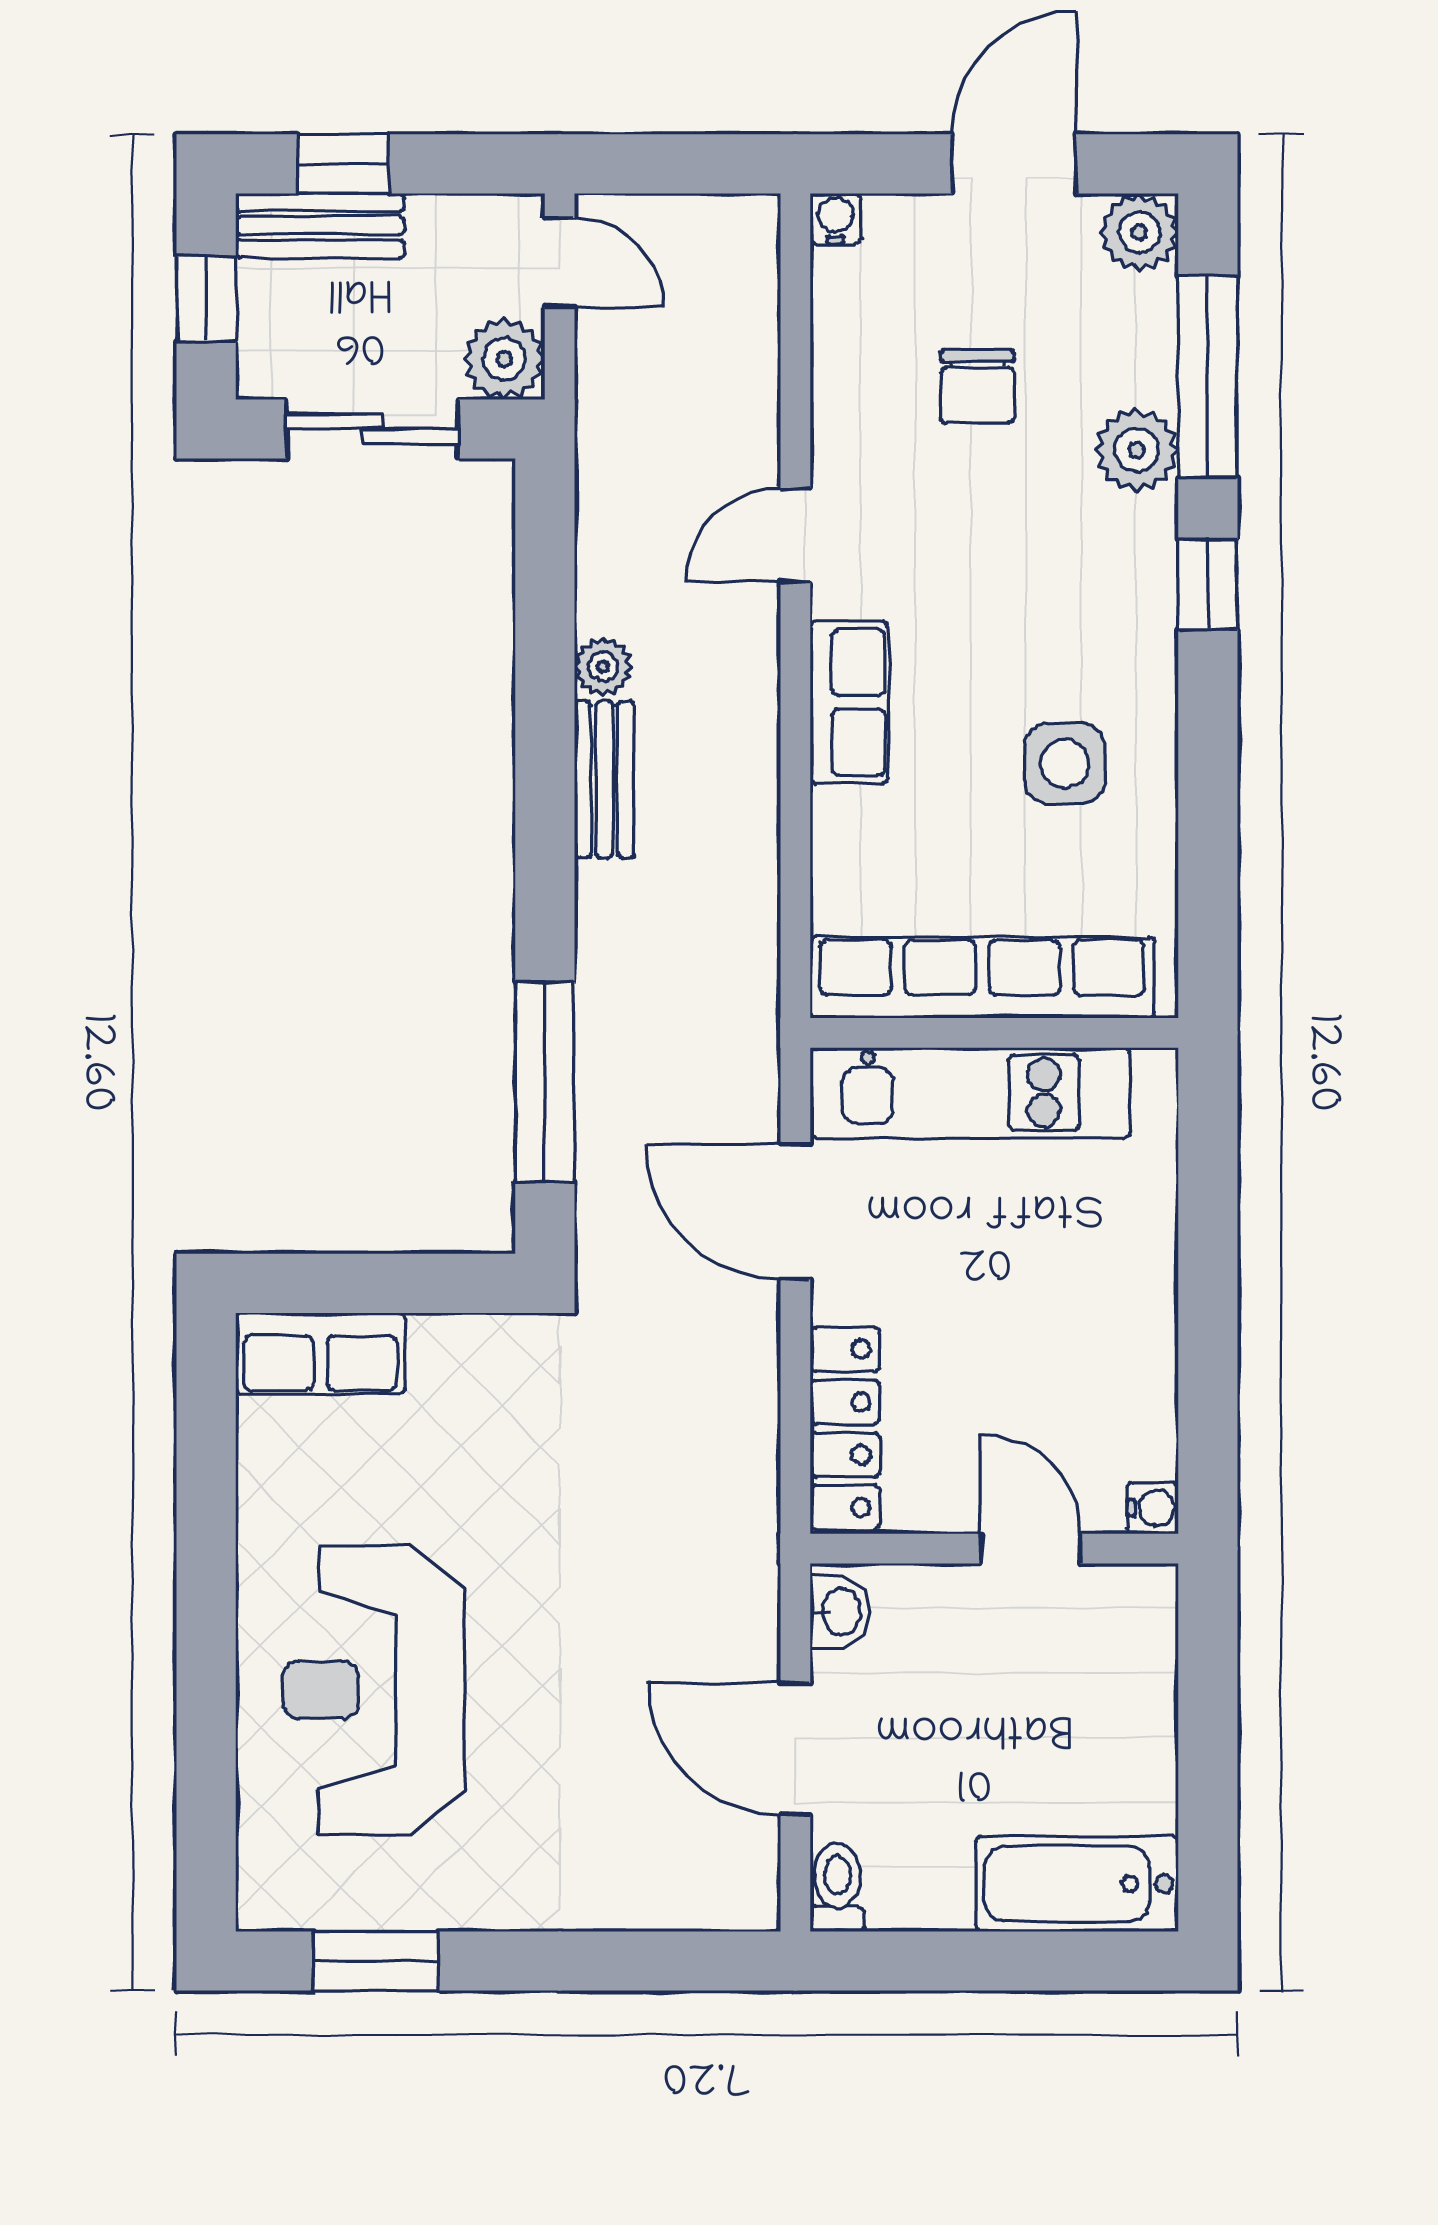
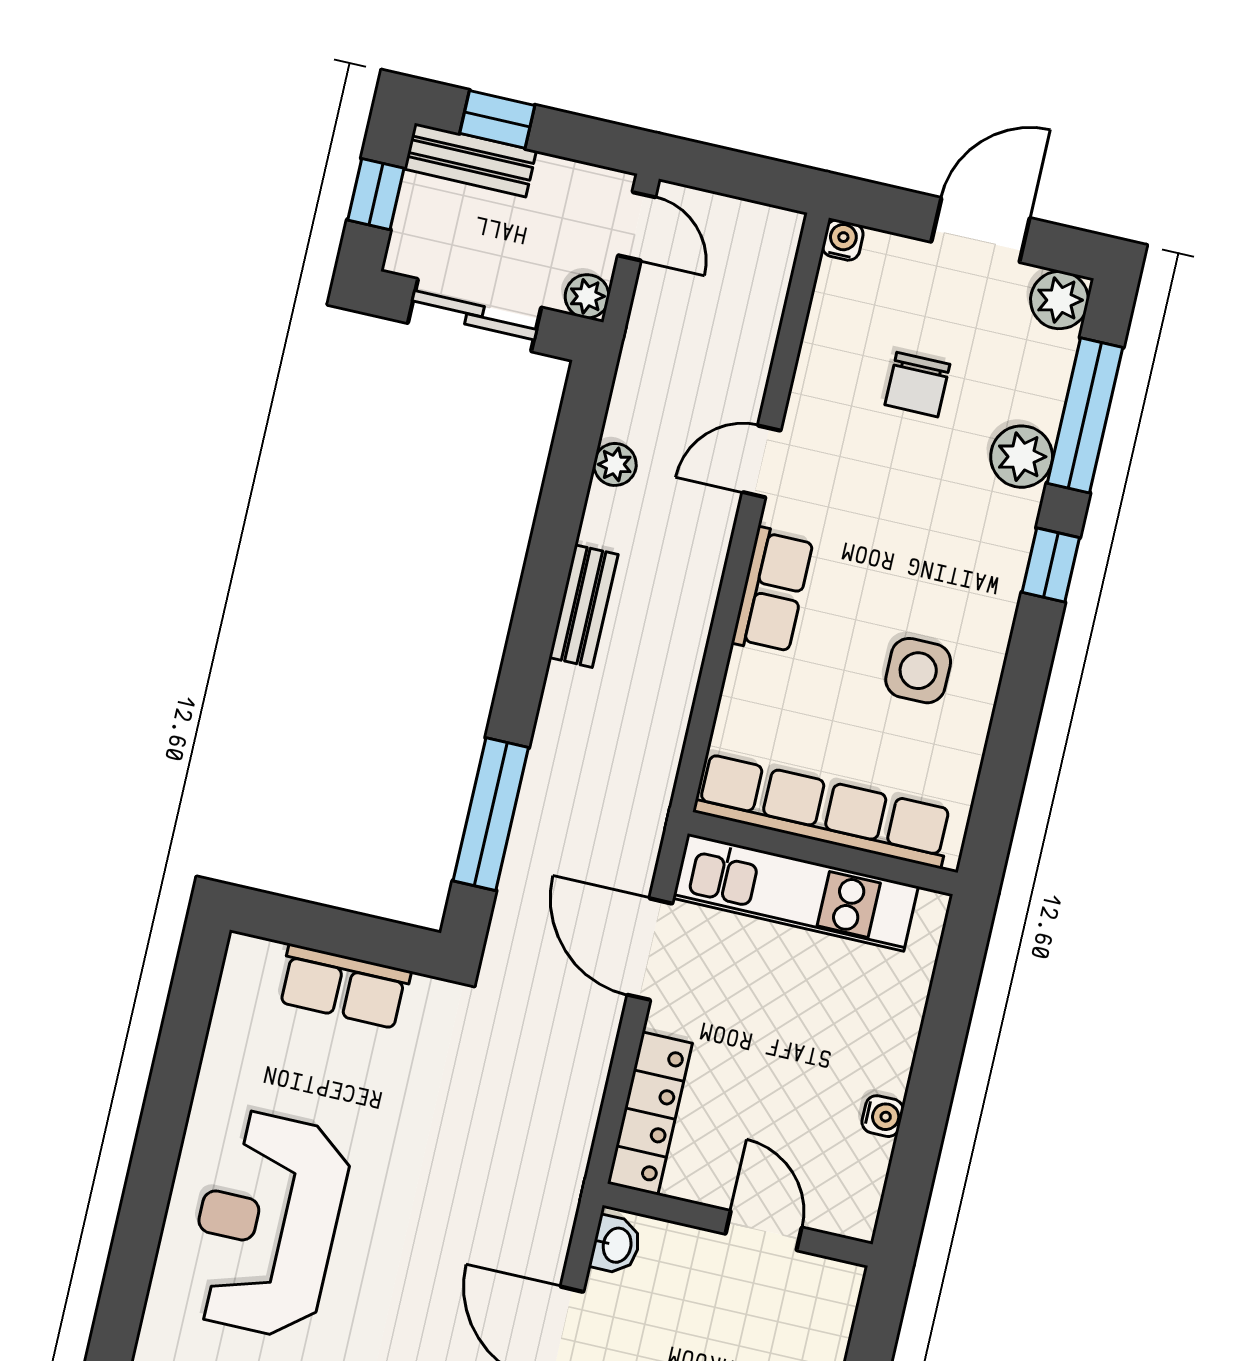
plant: (504, 359) -> (587, 296), width x0.73, depth x0.73
plant: (603, 667) -> (615, 464), moved
row of seats: (320, 1353) -> (344, 986), moved
water cooler: (1153, 1508) -> (883, 1116), moved

